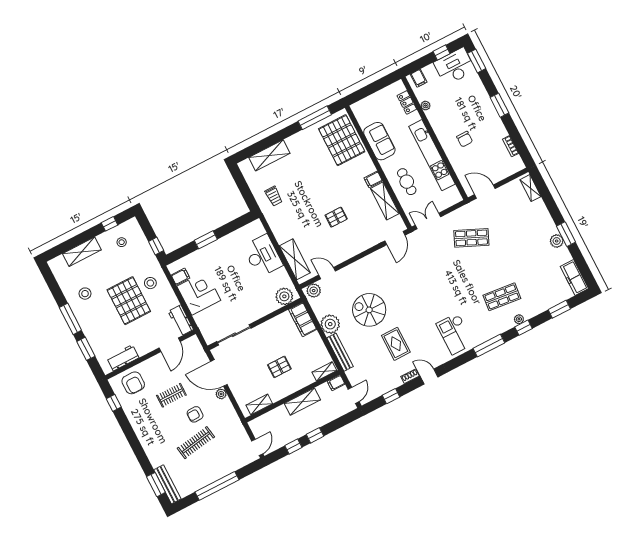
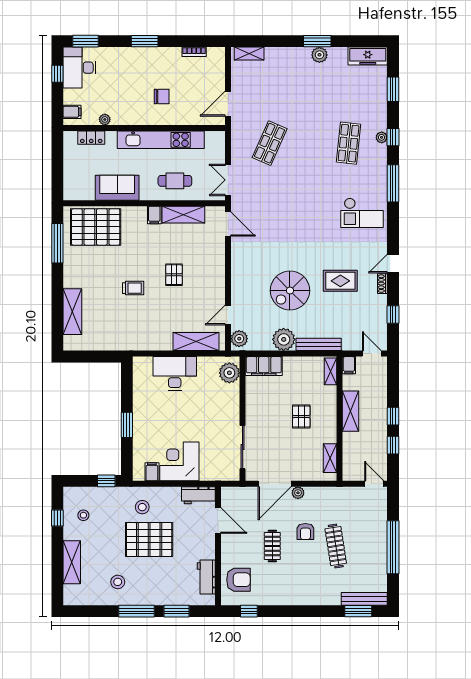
trolley: (274, 196) -> (133, 288), moved

